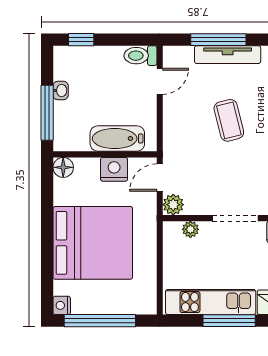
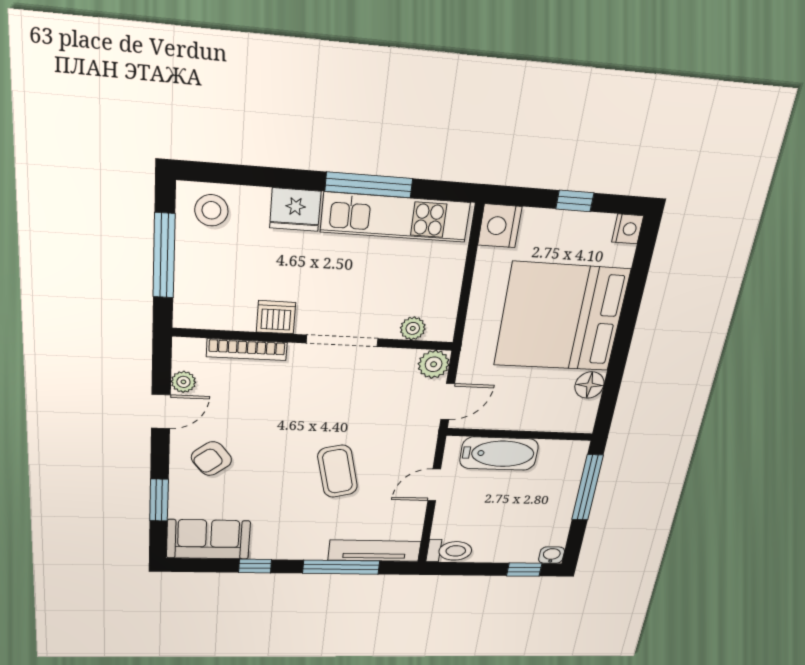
tv unit: (228, 55) -> (375, 551), moved
door: (160, 81) -> (434, 485), moved
washbasin: (61, 90) -> (552, 555), moved, turned 90
floor lamp: (63, 167) -> (589, 385), moved
nightstand: (114, 169) -> (500, 226), moved, turned 90
window: (100, 321) -> (575, 201), width x0.32

